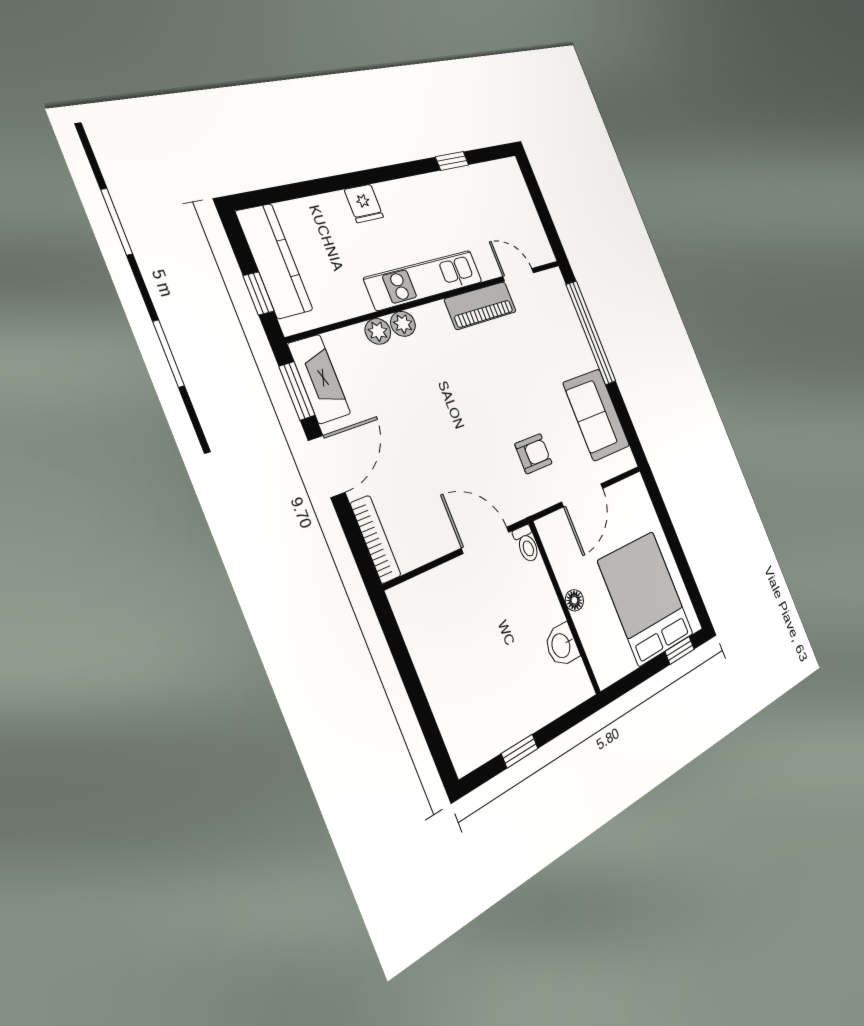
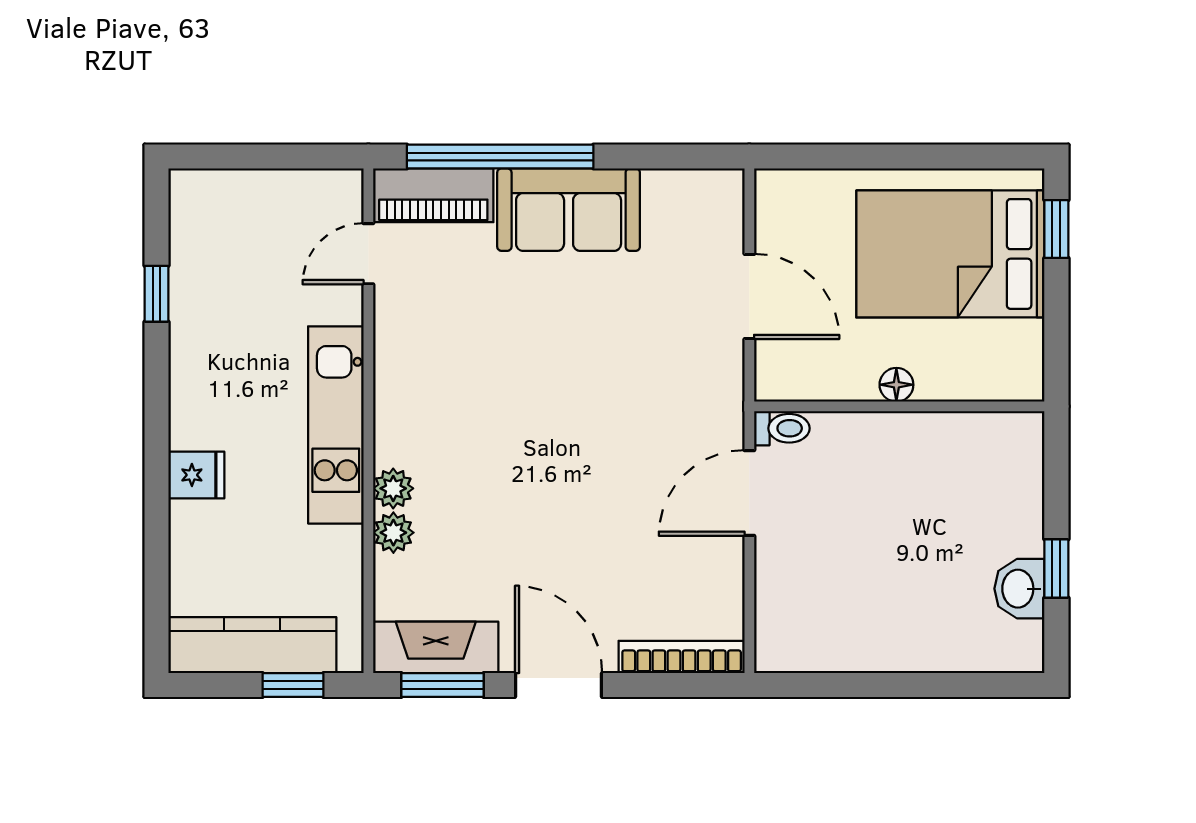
piano: (481, 305) -> (433, 195), moved, turned 90
sofa: (596, 415) -> (569, 210), moved
armchair: (533, 454) -> (655, 355), removed
washbasin: (562, 645) -> (1019, 589), moved, turned 90

